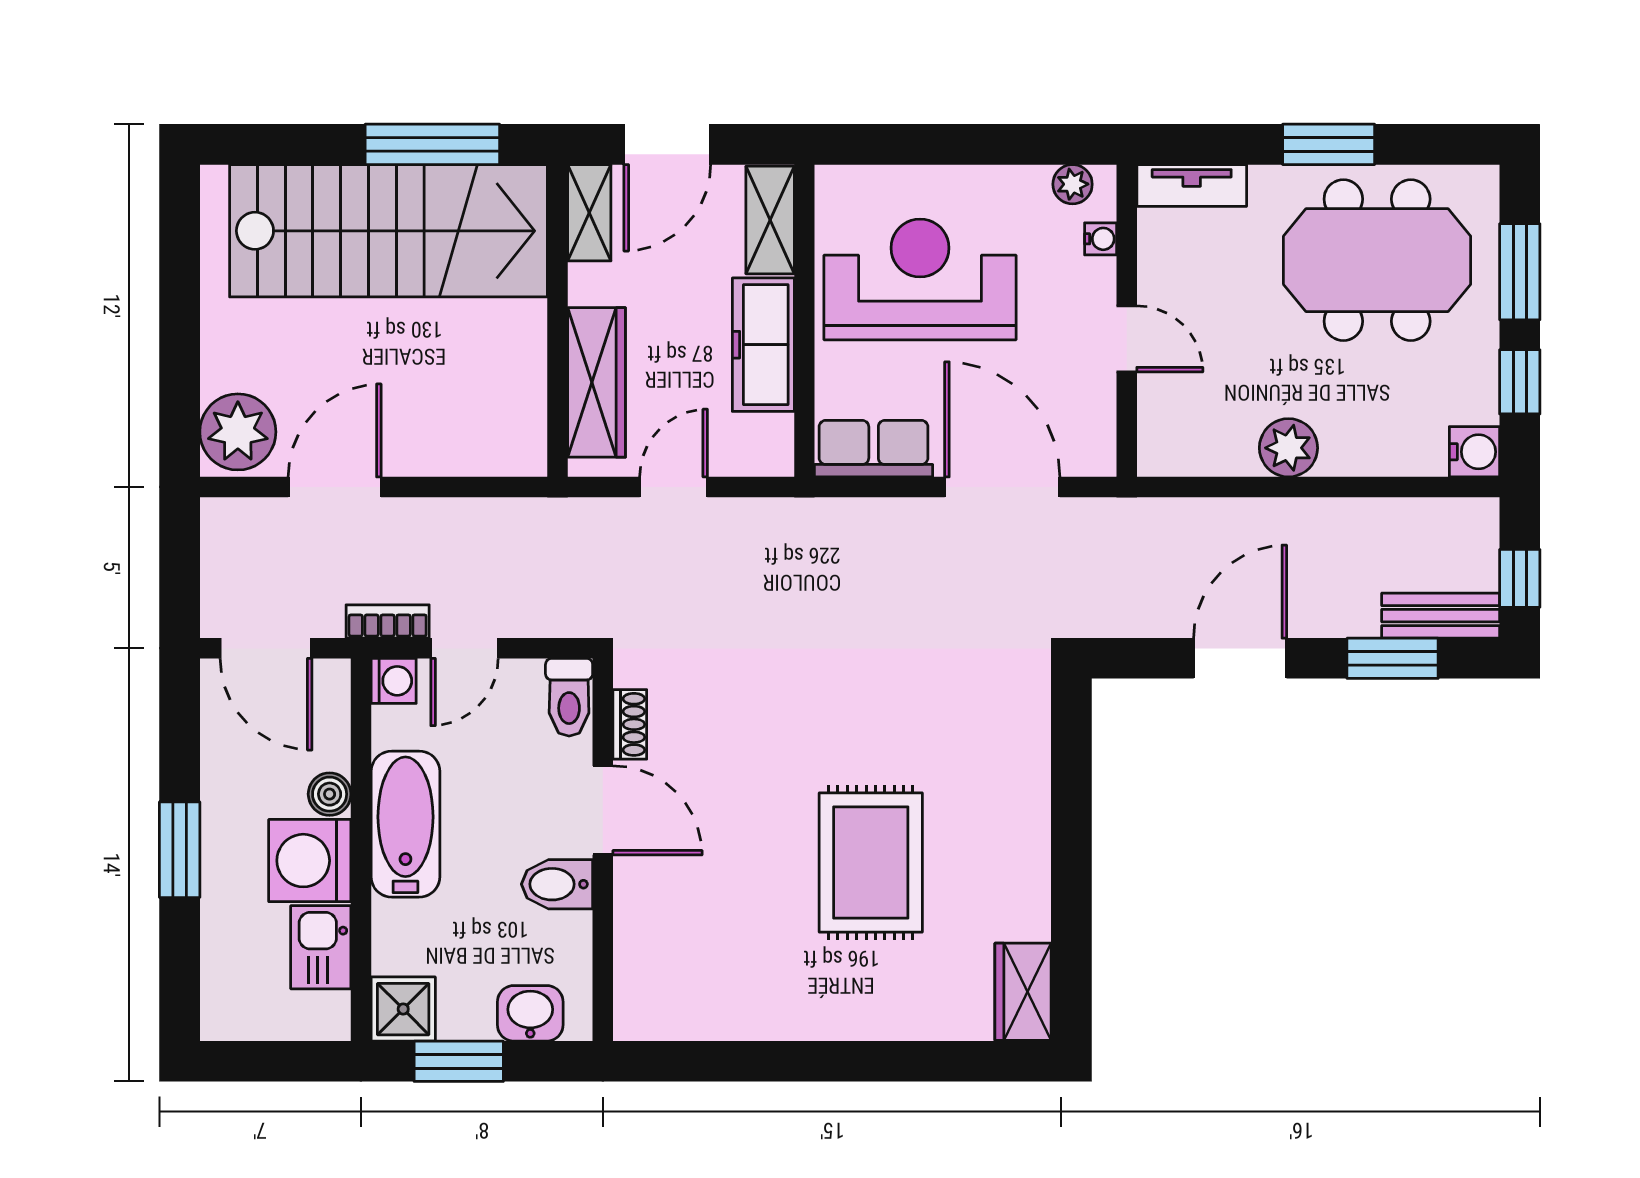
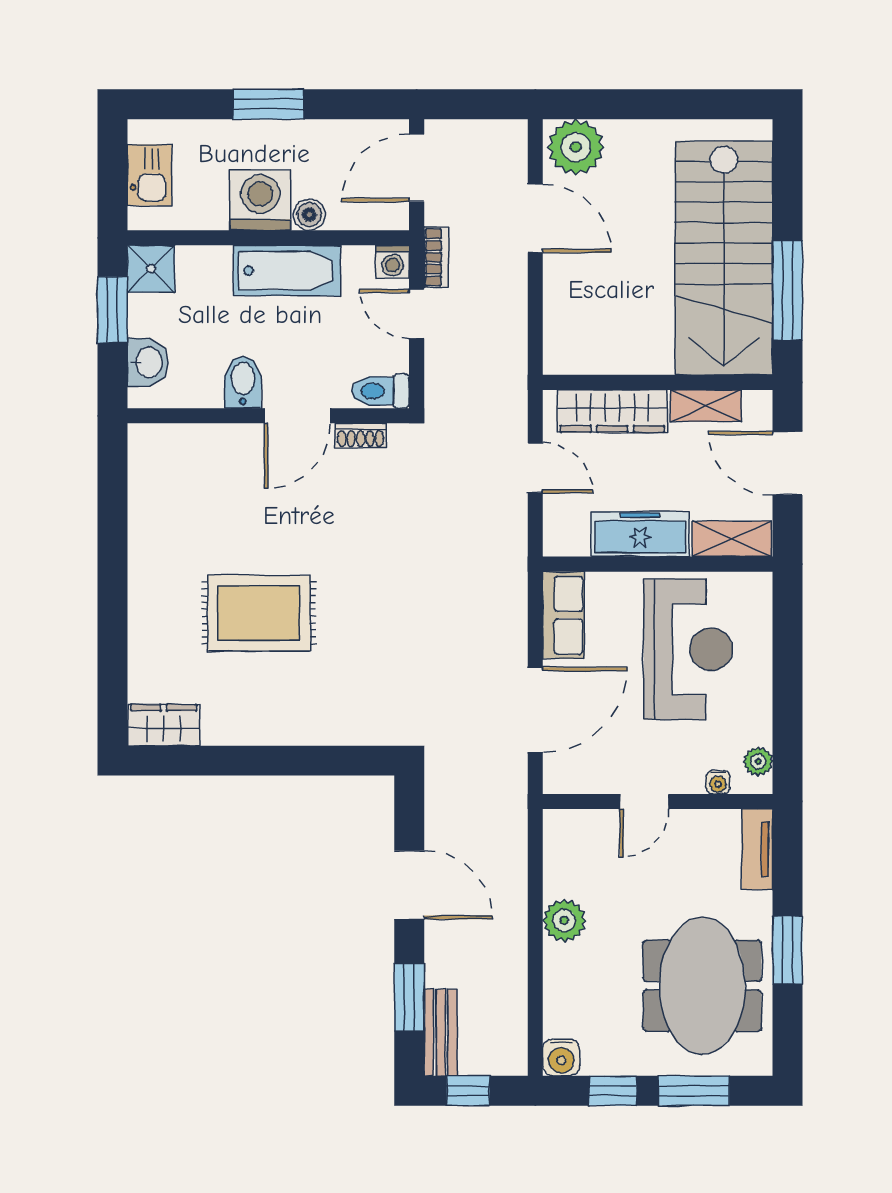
shelving: (589, 213) -> (706, 406), moved
kitchen sink: (321, 947) -> (150, 175), moved, turned 90

